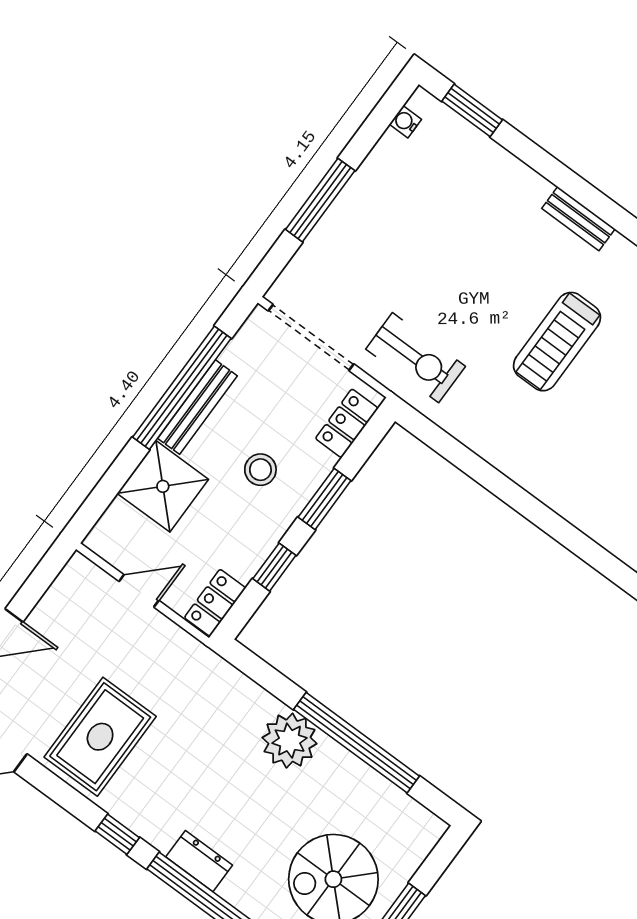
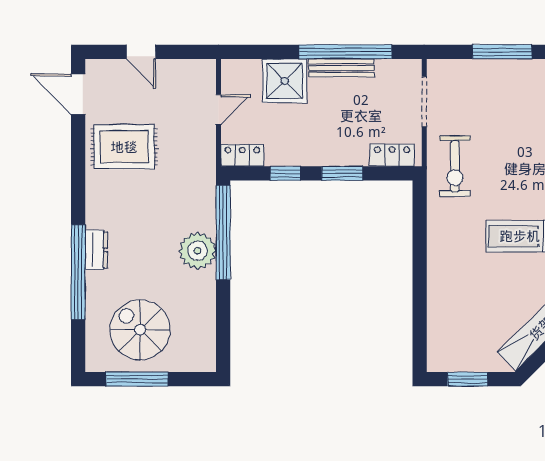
doorway: (311, 337) -> (424, 102), width x0.73
stool: (260, 470) -> (333, 127), removed
door: (139, 591) -> (218, 110), hinge flipped
window: (357, 743) -> (223, 232), moved
window: (117, 834) -> (78, 195), removed

